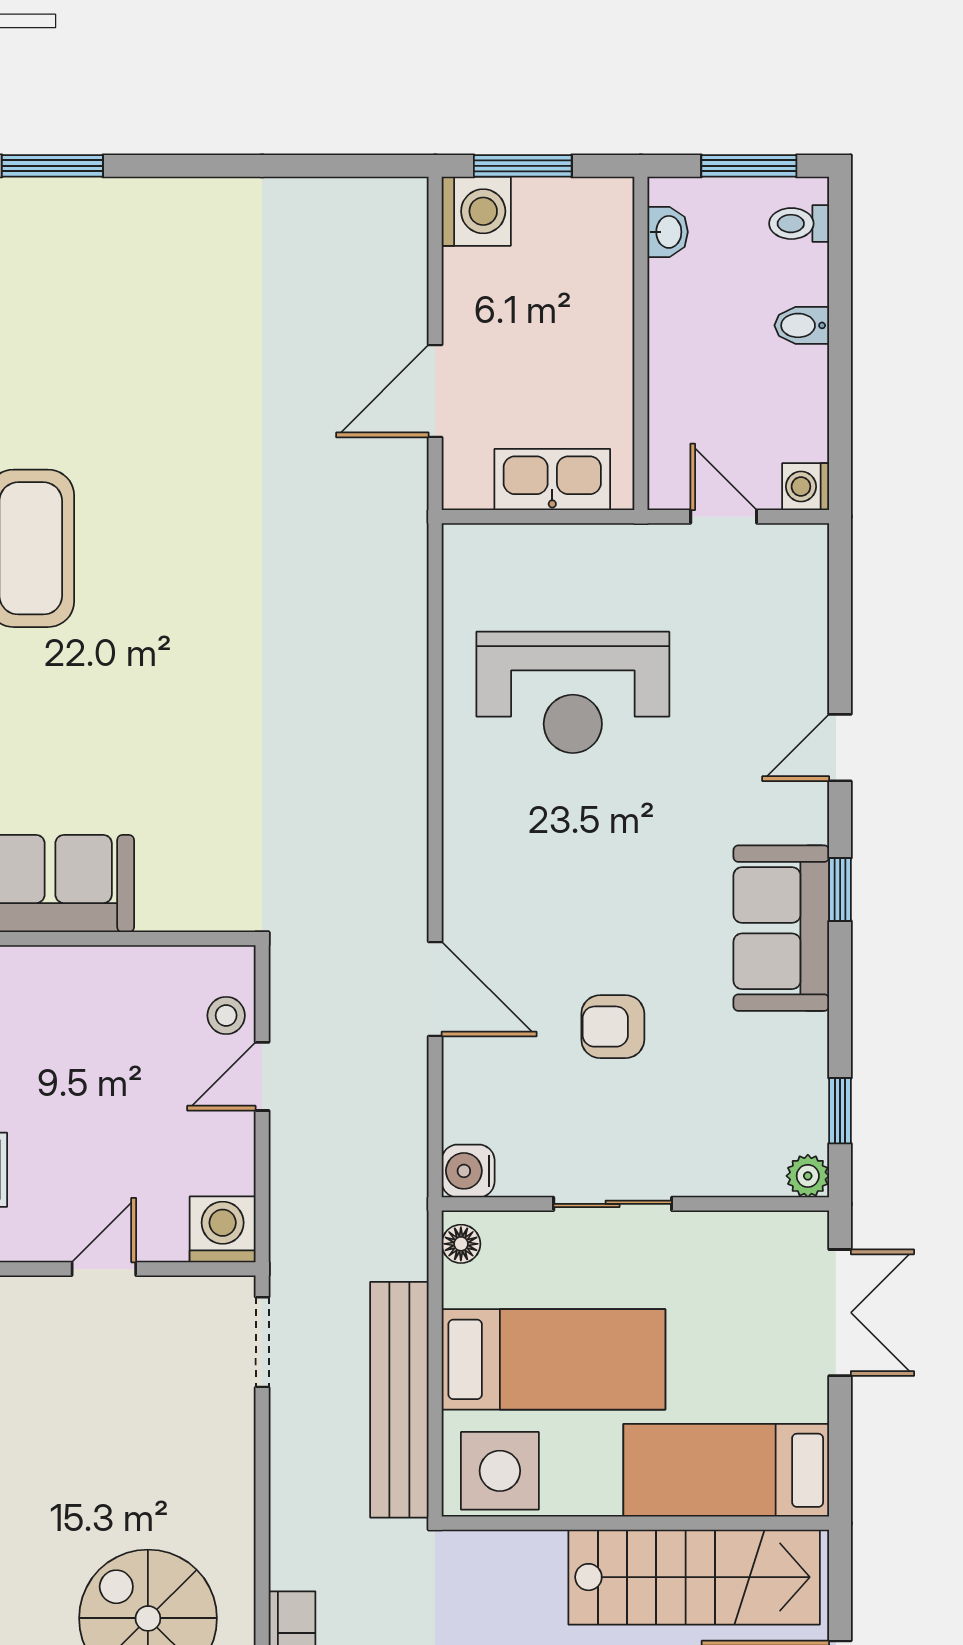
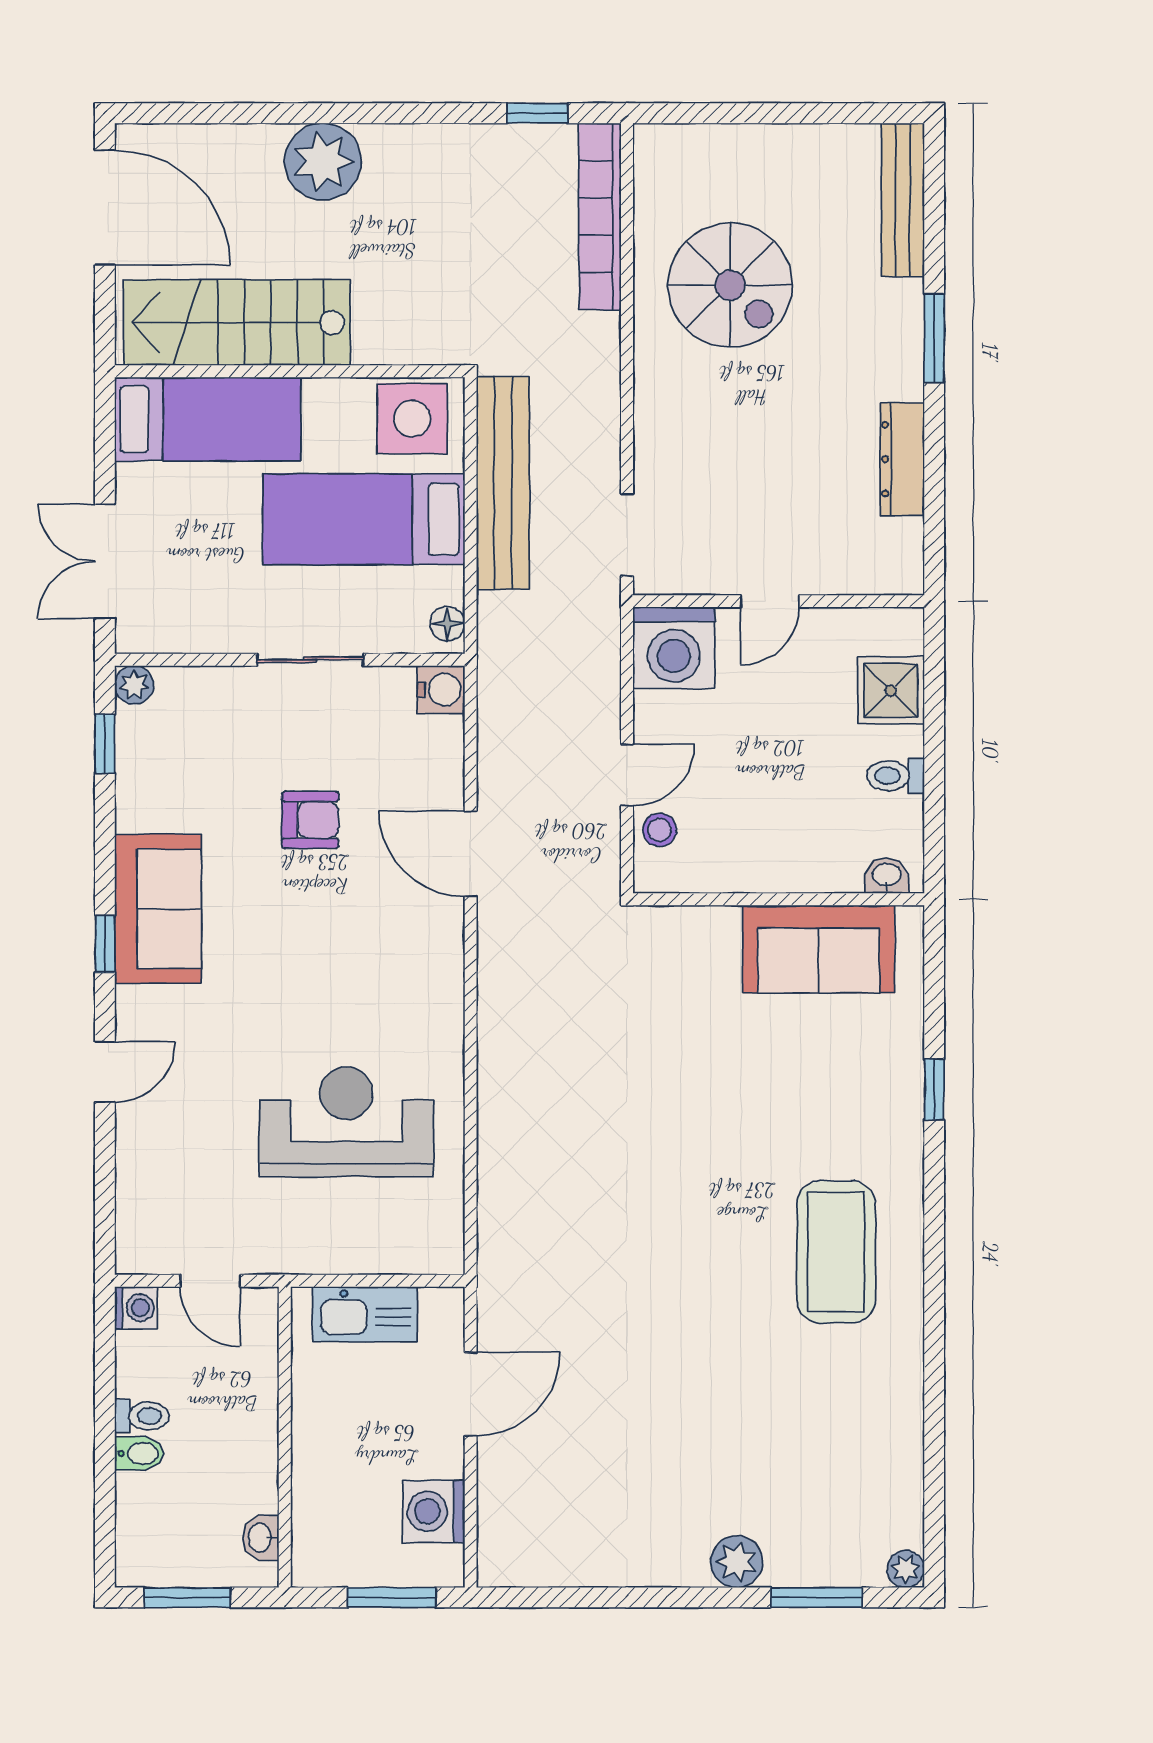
plant: (141, 205) -> (737, 1562), added
washing machine: (476, 211) -> (434, 1511), moved
toilet: (799, 224) -> (142, 1416), moved
washing machine: (223, 1229) -> (674, 648), width x1.37, depth x1.37

